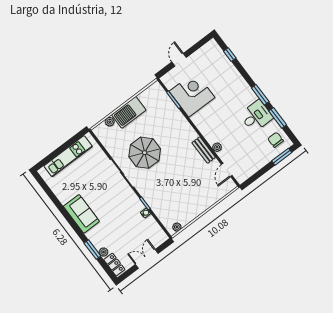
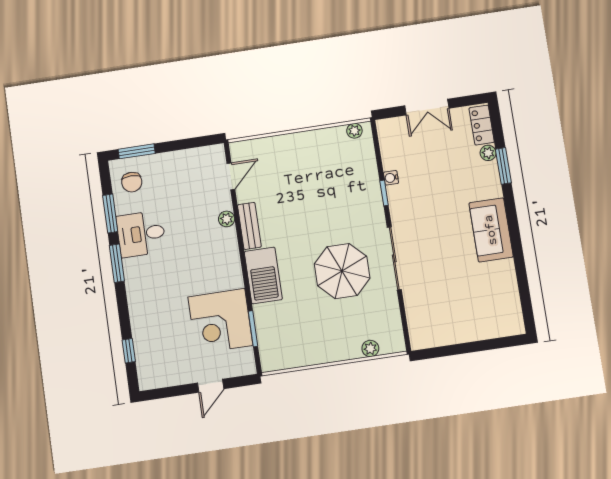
barbecue: (129, 112) -> (263, 275), moved, turned 90
kitchen unit: (68, 156) -> (464, 330), removed

